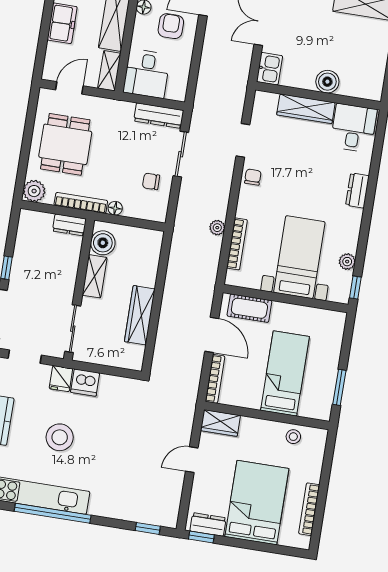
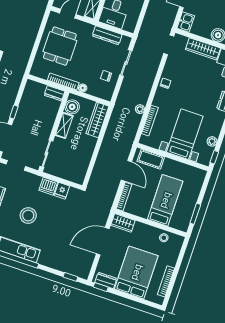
dresser: (159, 116) -> (107, 35), moved
doorway: (243, 140) -> (169, 45), moved
plant: (34, 191) -> (37, 70), removed
wardrobe: (140, 315) -> (97, 120), moved
fridge: (61, 379) -> (62, 191), moved
door: (192, 460) -> (103, 241), width x1.88

